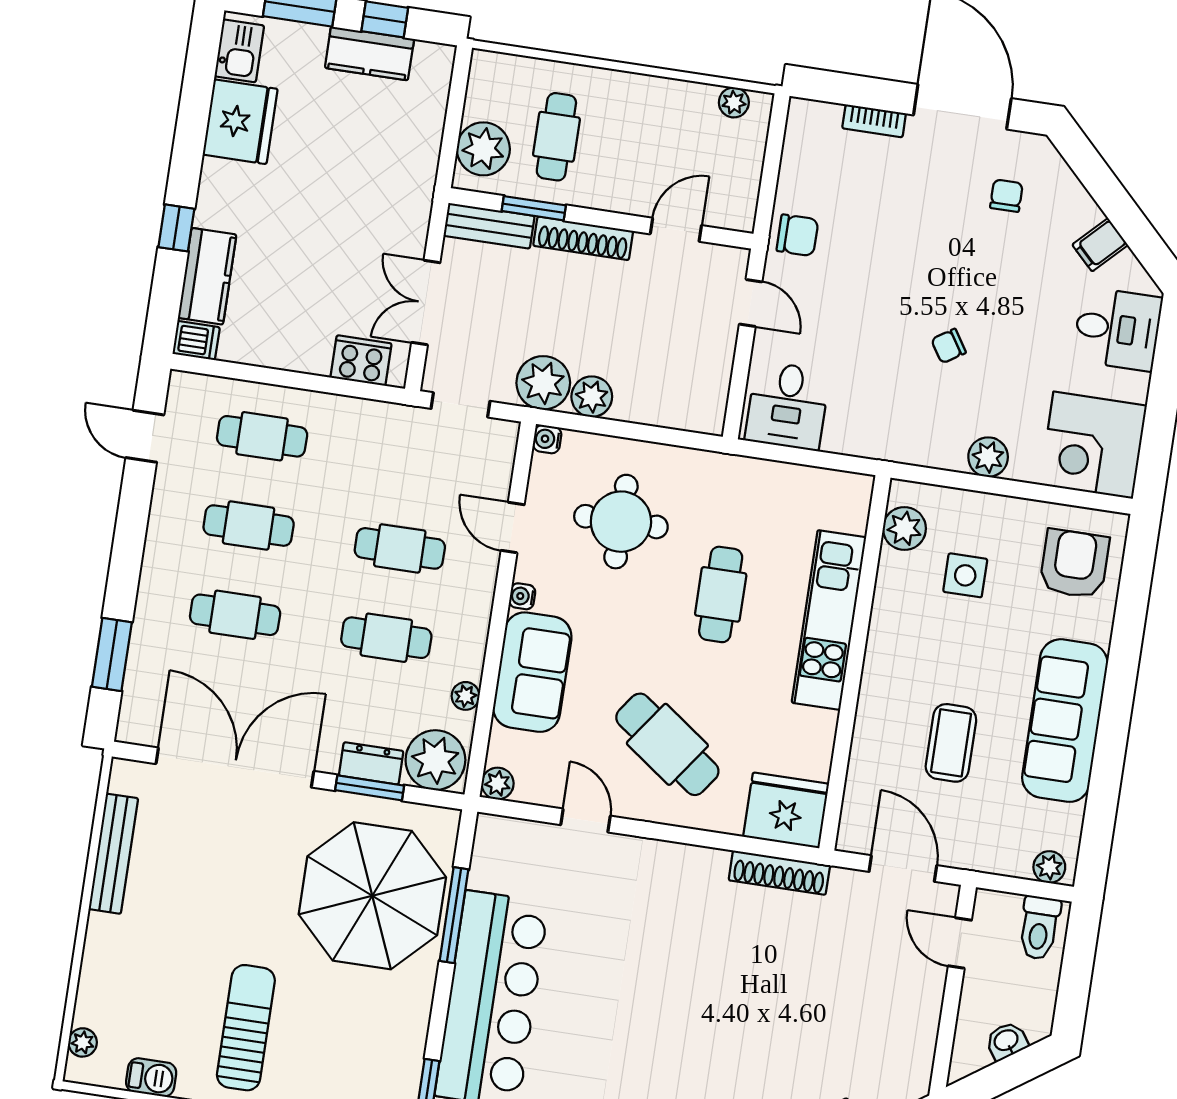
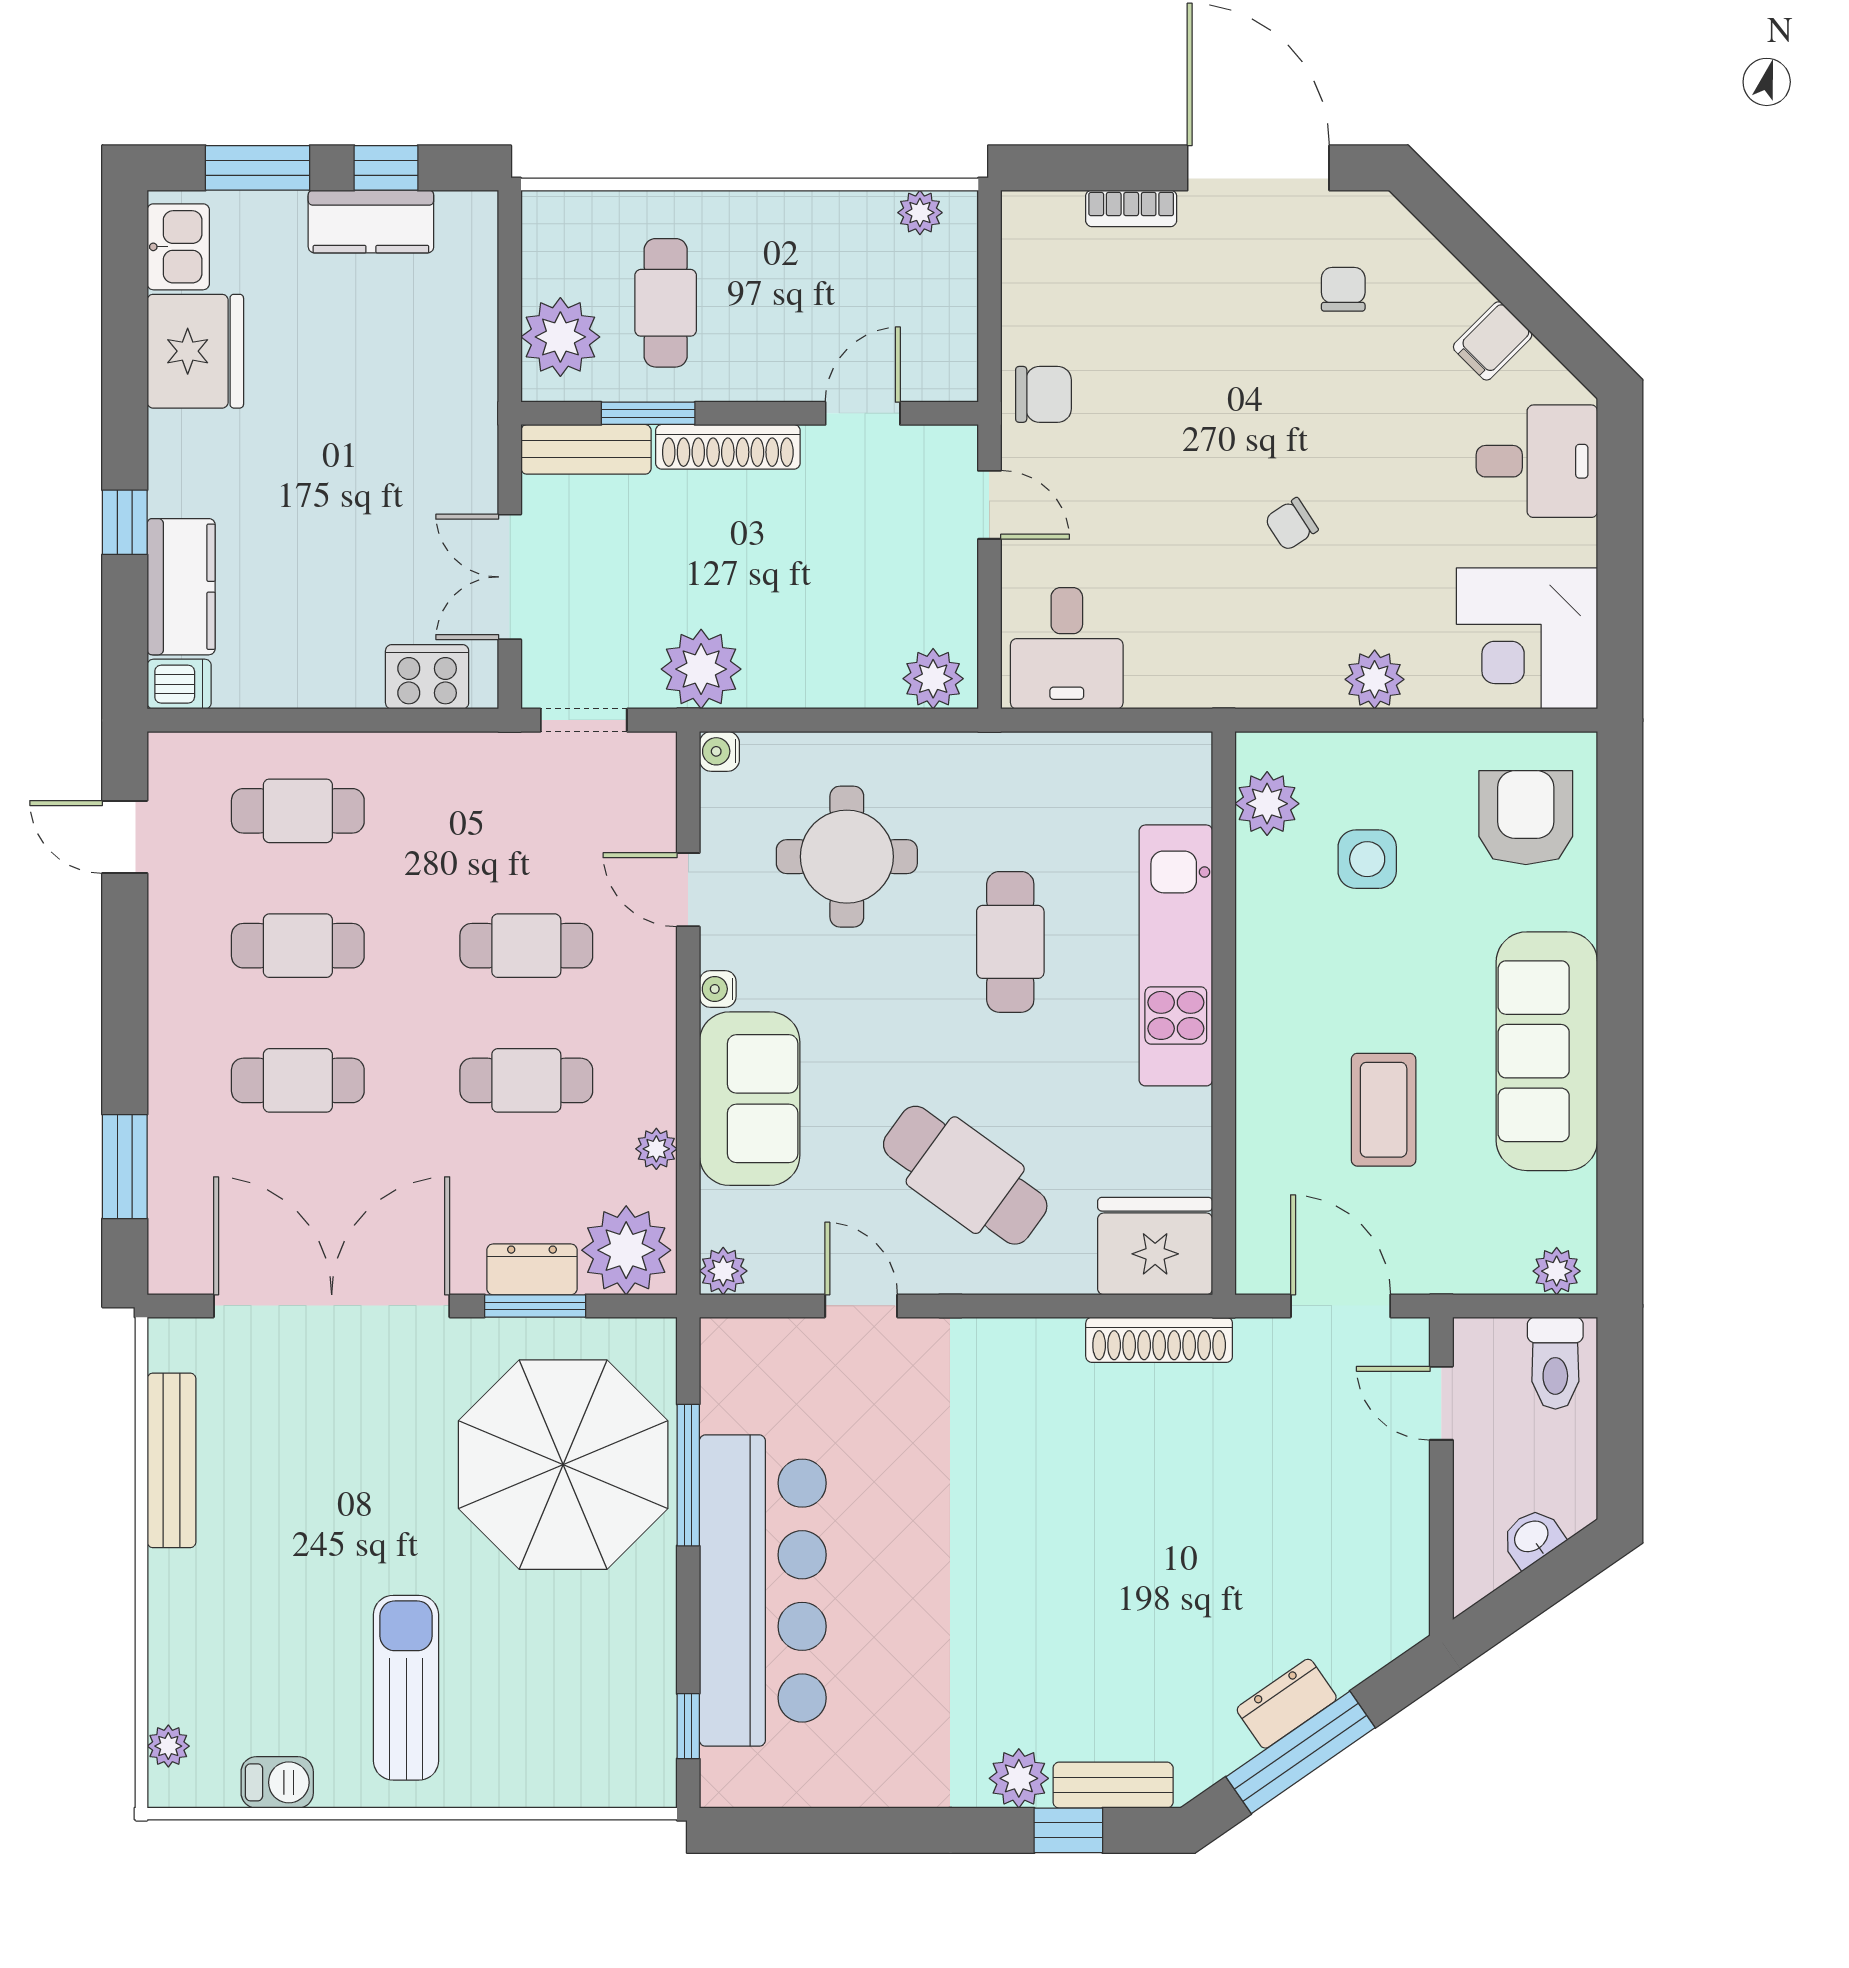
plant: (592, 397) -> (933, 679), moved

